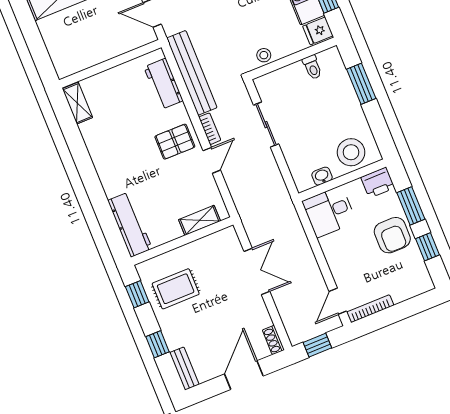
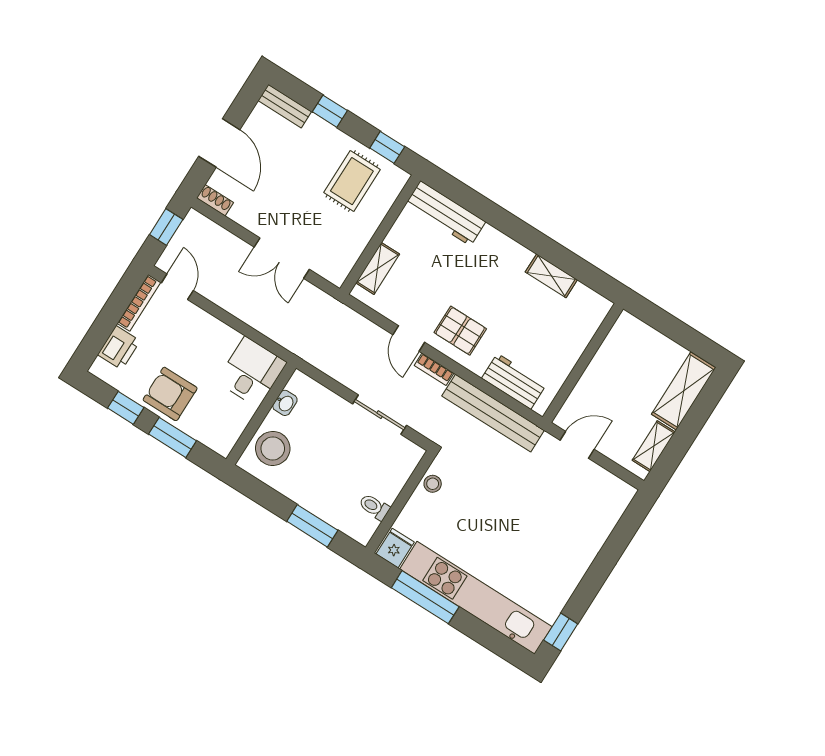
shelving: (77, 103) -> (551, 276), moved
pallet: (175, 142) -> (460, 331), turned 90
printer: (378, 183) -> (119, 348), moved, turned 180

